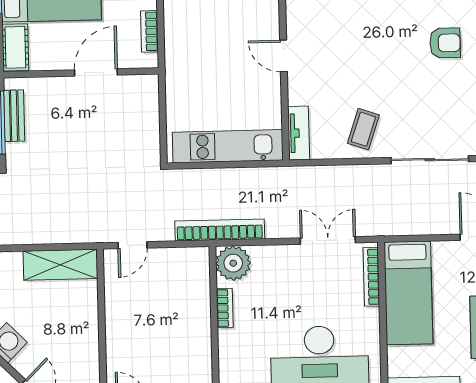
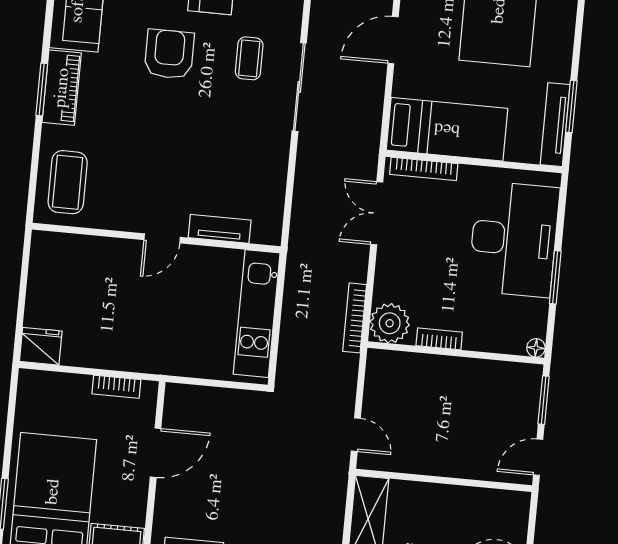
armchair: (445, 43) -> (169, 54), width x1.38, depth x1.38
door: (96, 72) -> (156, 453), swing flipped
coffee table: (363, 129) -> (249, 58), moved, turned 71
tv unit: (299, 133) -> (220, 229), moved
bookcase: (220, 230) -> (355, 318), width x0.68, depth x0.76

